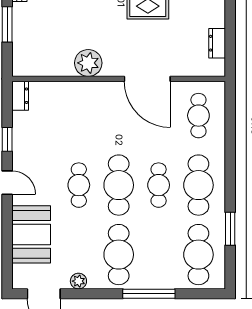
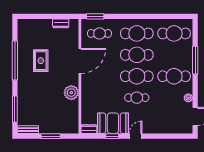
cafe table: (159, 185) -> (137, 55), width x1.37, depth x1.35
window: (230, 229) -> (95, 16), moved
booth: (31, 234) -> (113, 123), moved

